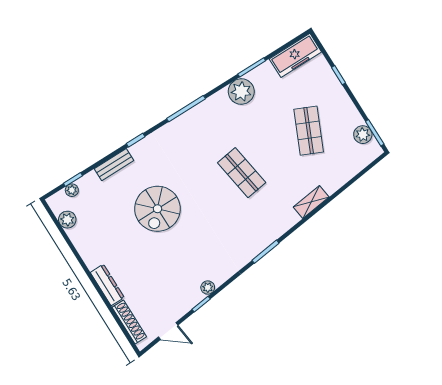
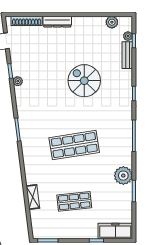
freezer: (295, 55) -> (115, 231), moved, turned 90
shop shelf: (309, 131) -> (74, 201), turned -30
plant: (363, 135) -> (51, 233), removed
bench: (114, 165) -> (127, 55), moved
shop shelf: (242, 173) -> (74, 145), width x1.43, depth x1.36
shelving: (311, 202) -> (33, 197), moved

